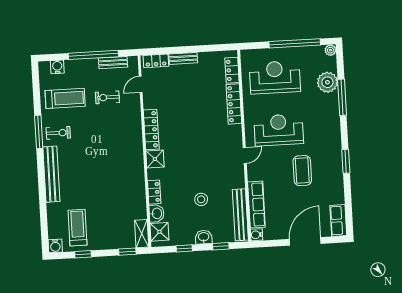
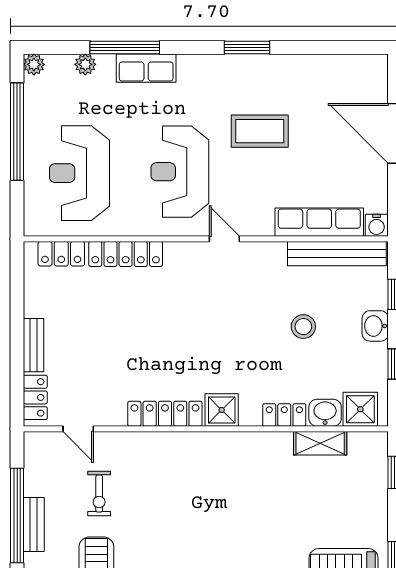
bench: (113, 63) -> (34, 524), moved
plant: (327, 82) -> (85, 64), width x0.53, depth x0.53
row of seats: (338, 220) -> (146, 68), moved
shelving: (142, 234) -> (320, 443), moved

